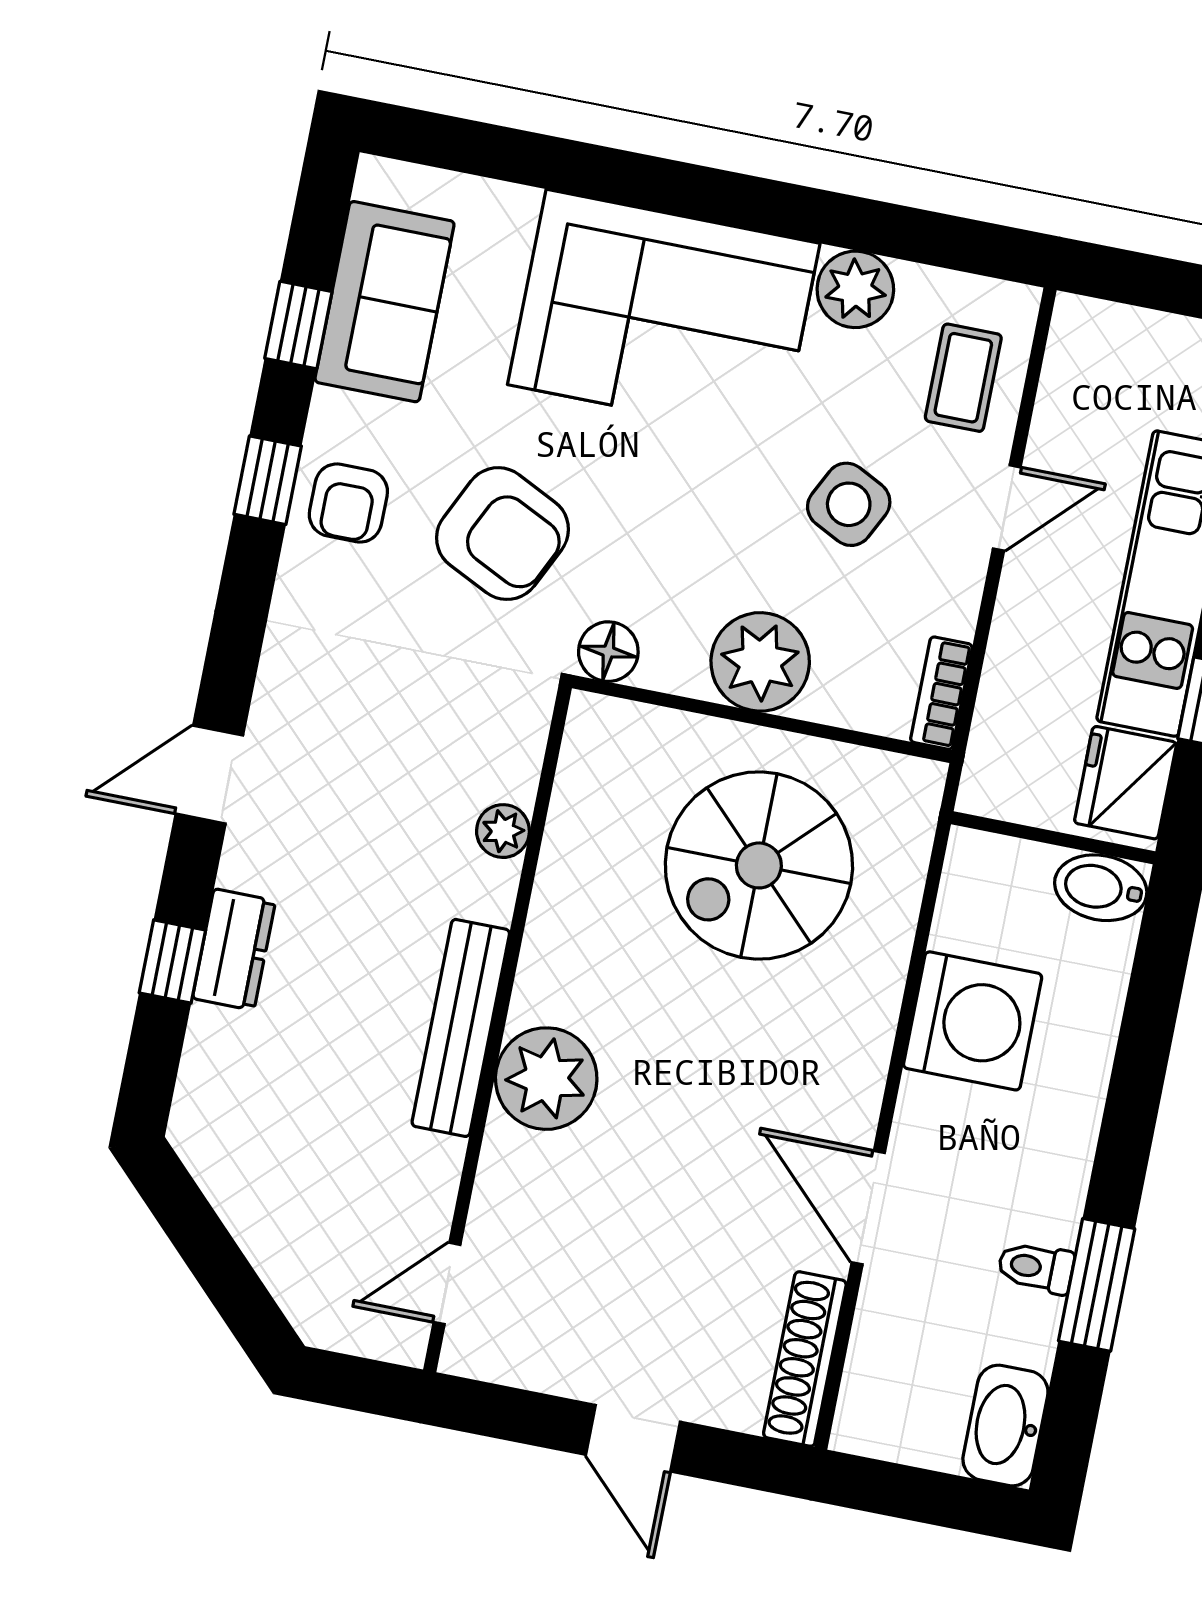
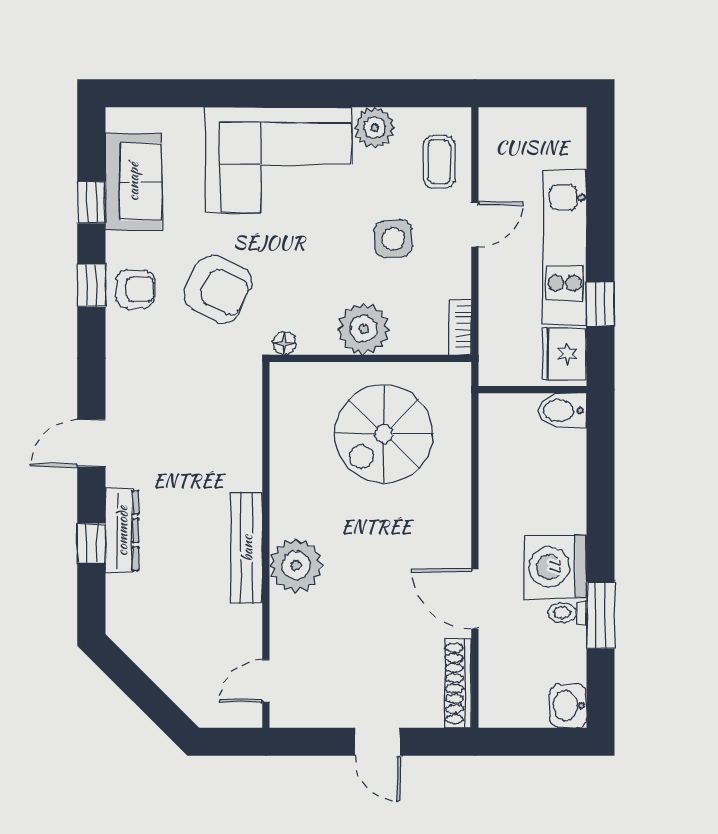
armchair: (348, 503) -> (135, 289), turned -90
side table: (849, 504) -> (393, 239), turned -31
floor lamp: (608, 652) -> (284, 343), width x0.73, depth x0.73
plant: (503, 831) -> (248, 442), removed
dresser: (234, 950) -> (122, 531), width x1.44
washing machine: (973, 1021) -> (555, 567), moved, turned 180
washbasin: (1005, 1426) -> (568, 706), width x0.72

